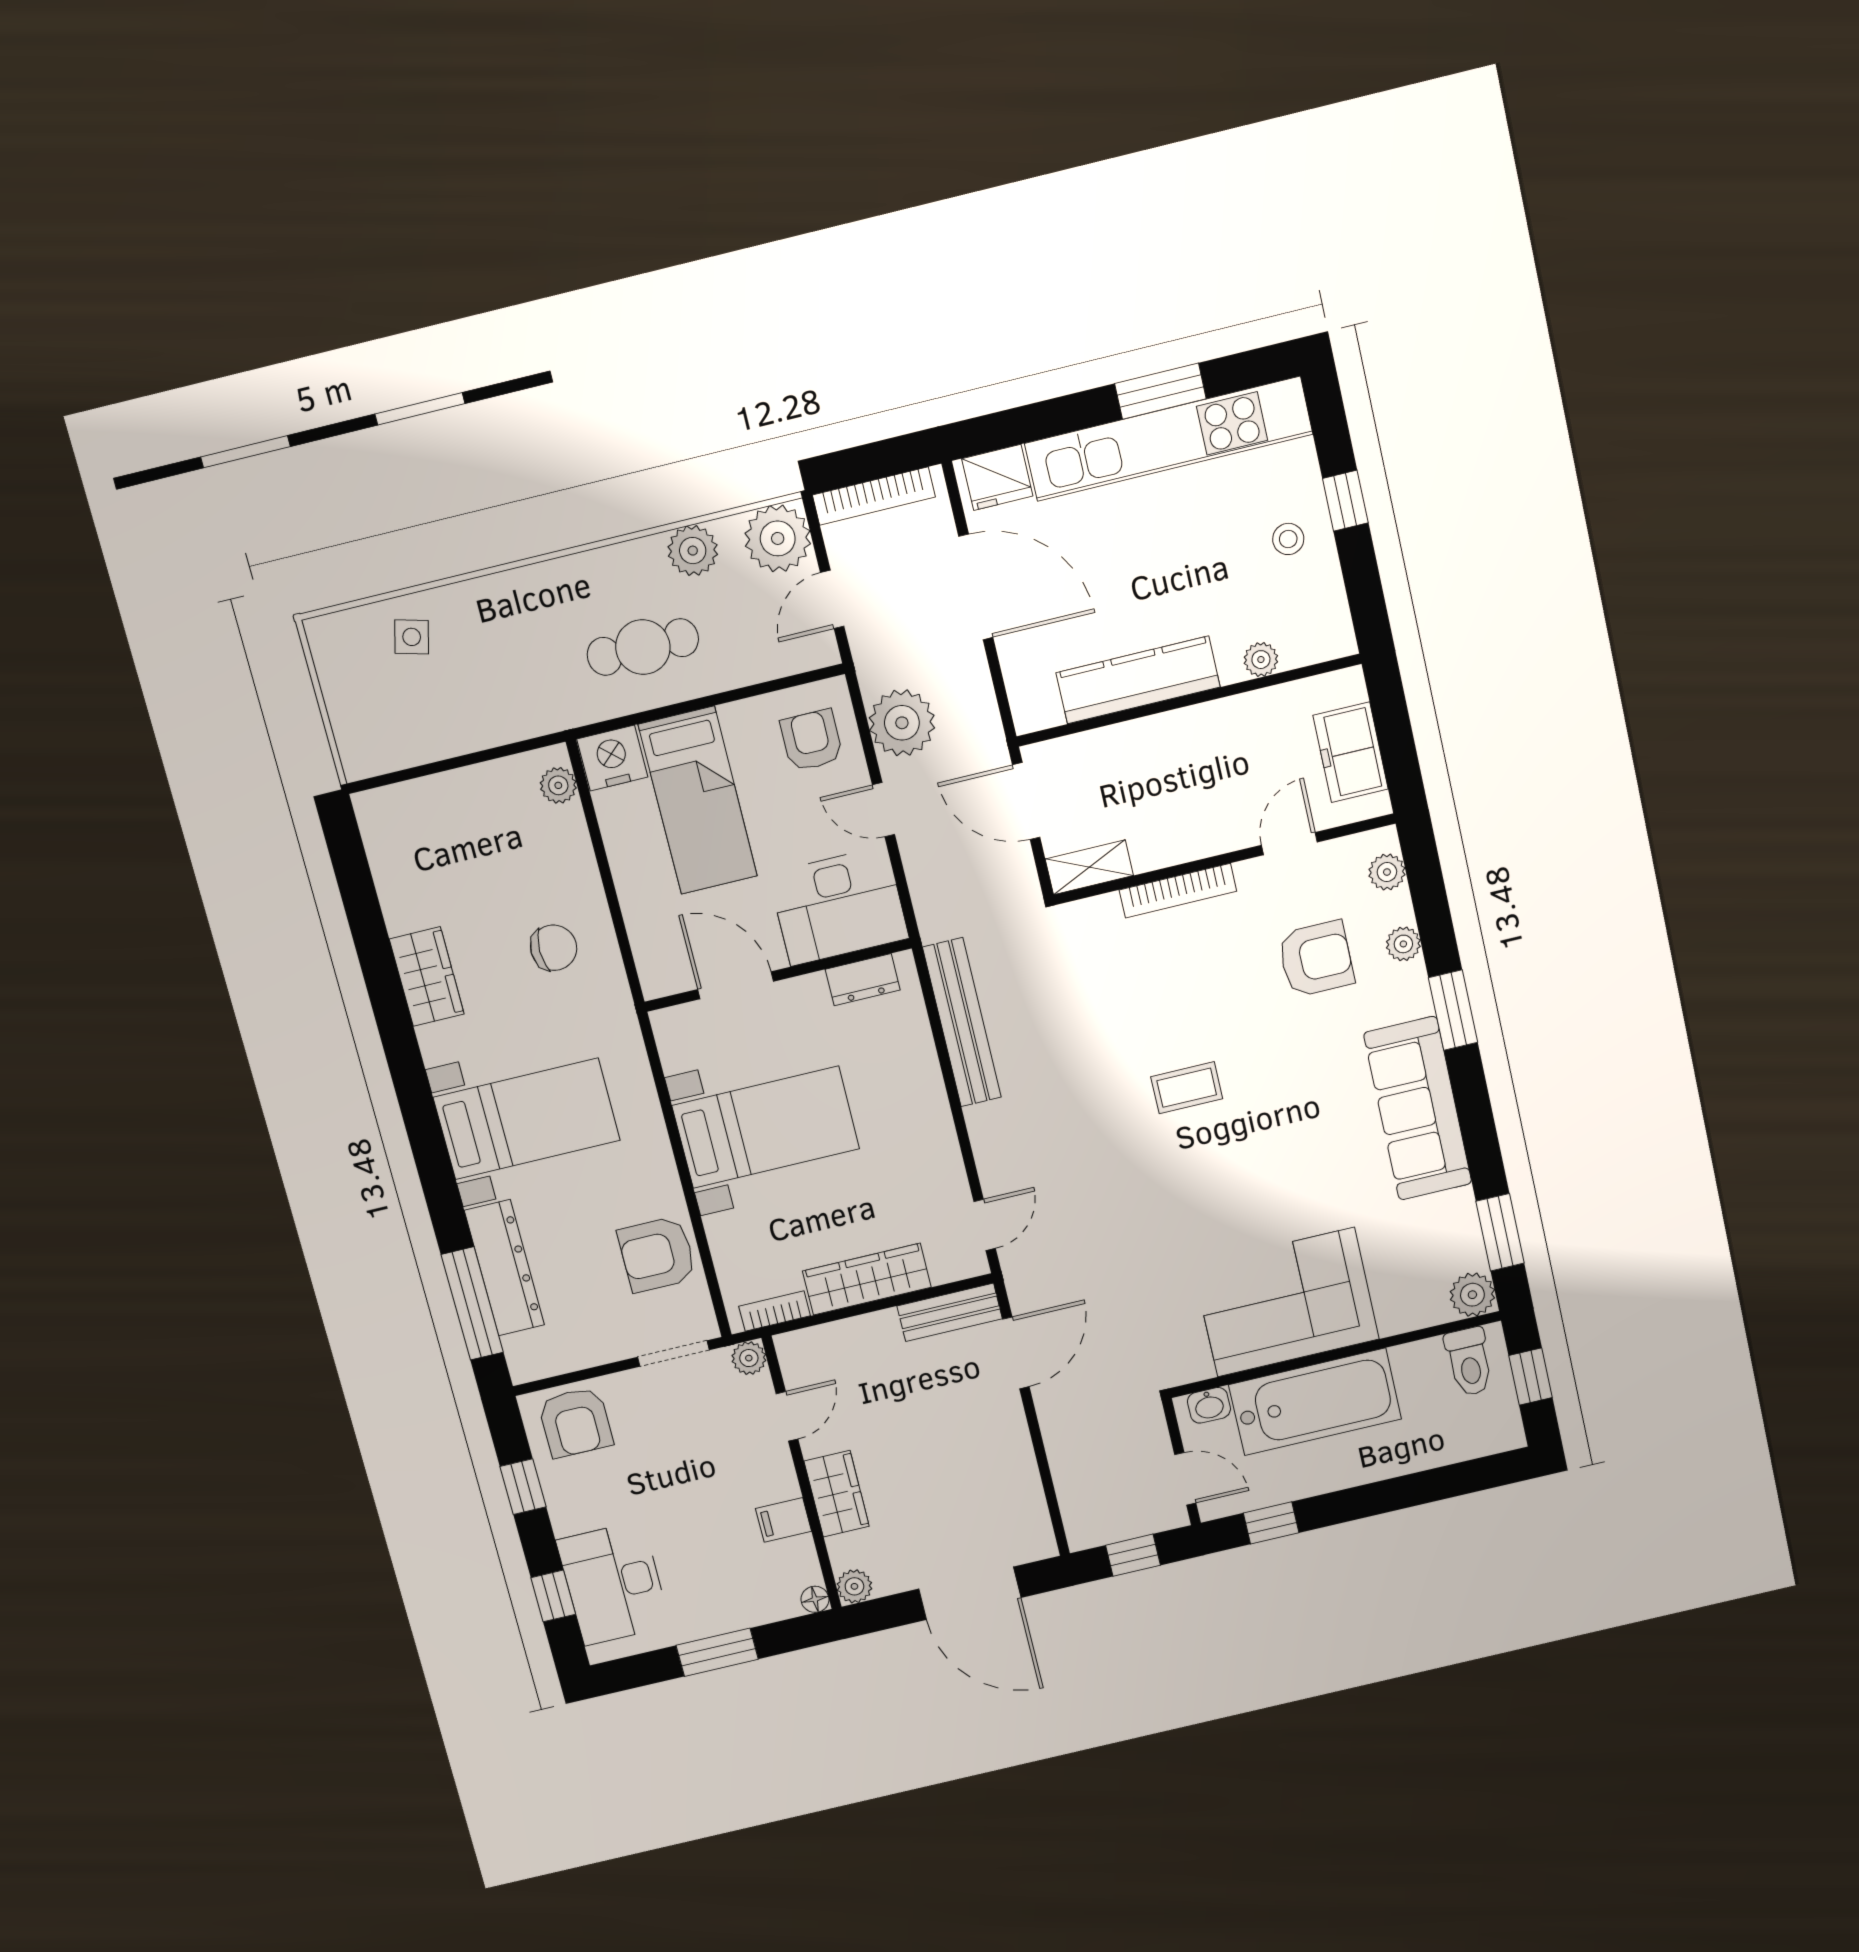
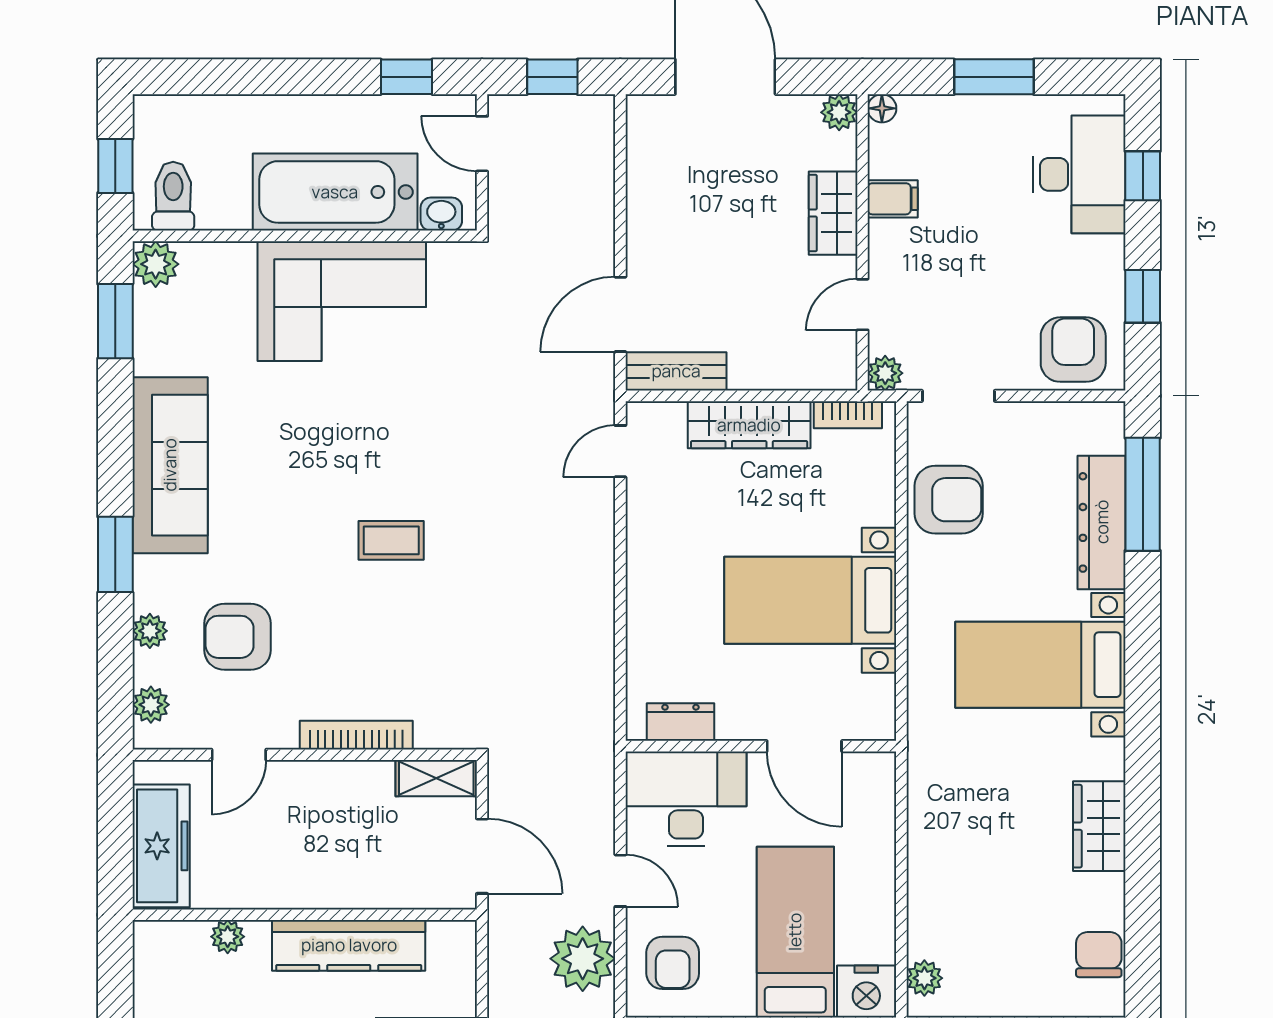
freezer: (1351, 752) -> (161, 846), width x1.40
chair: (554, 948) -> (1099, 955), moved, turned 90
bench: (962, 1022) -> (595, 657), removed

